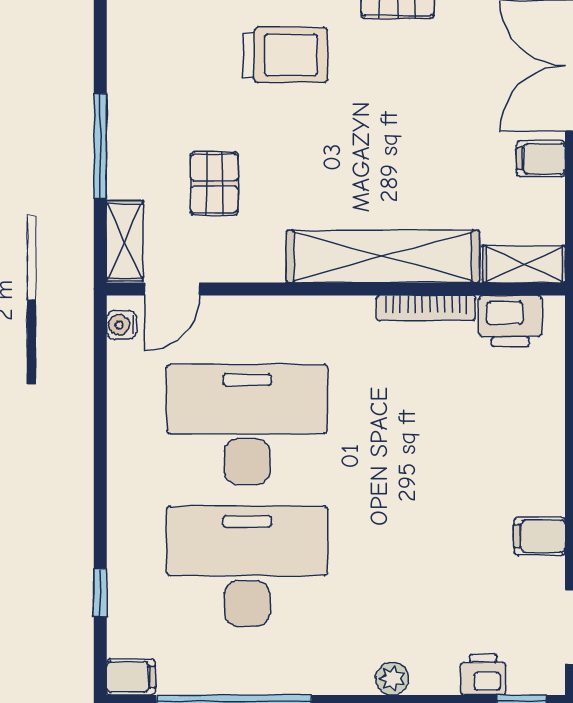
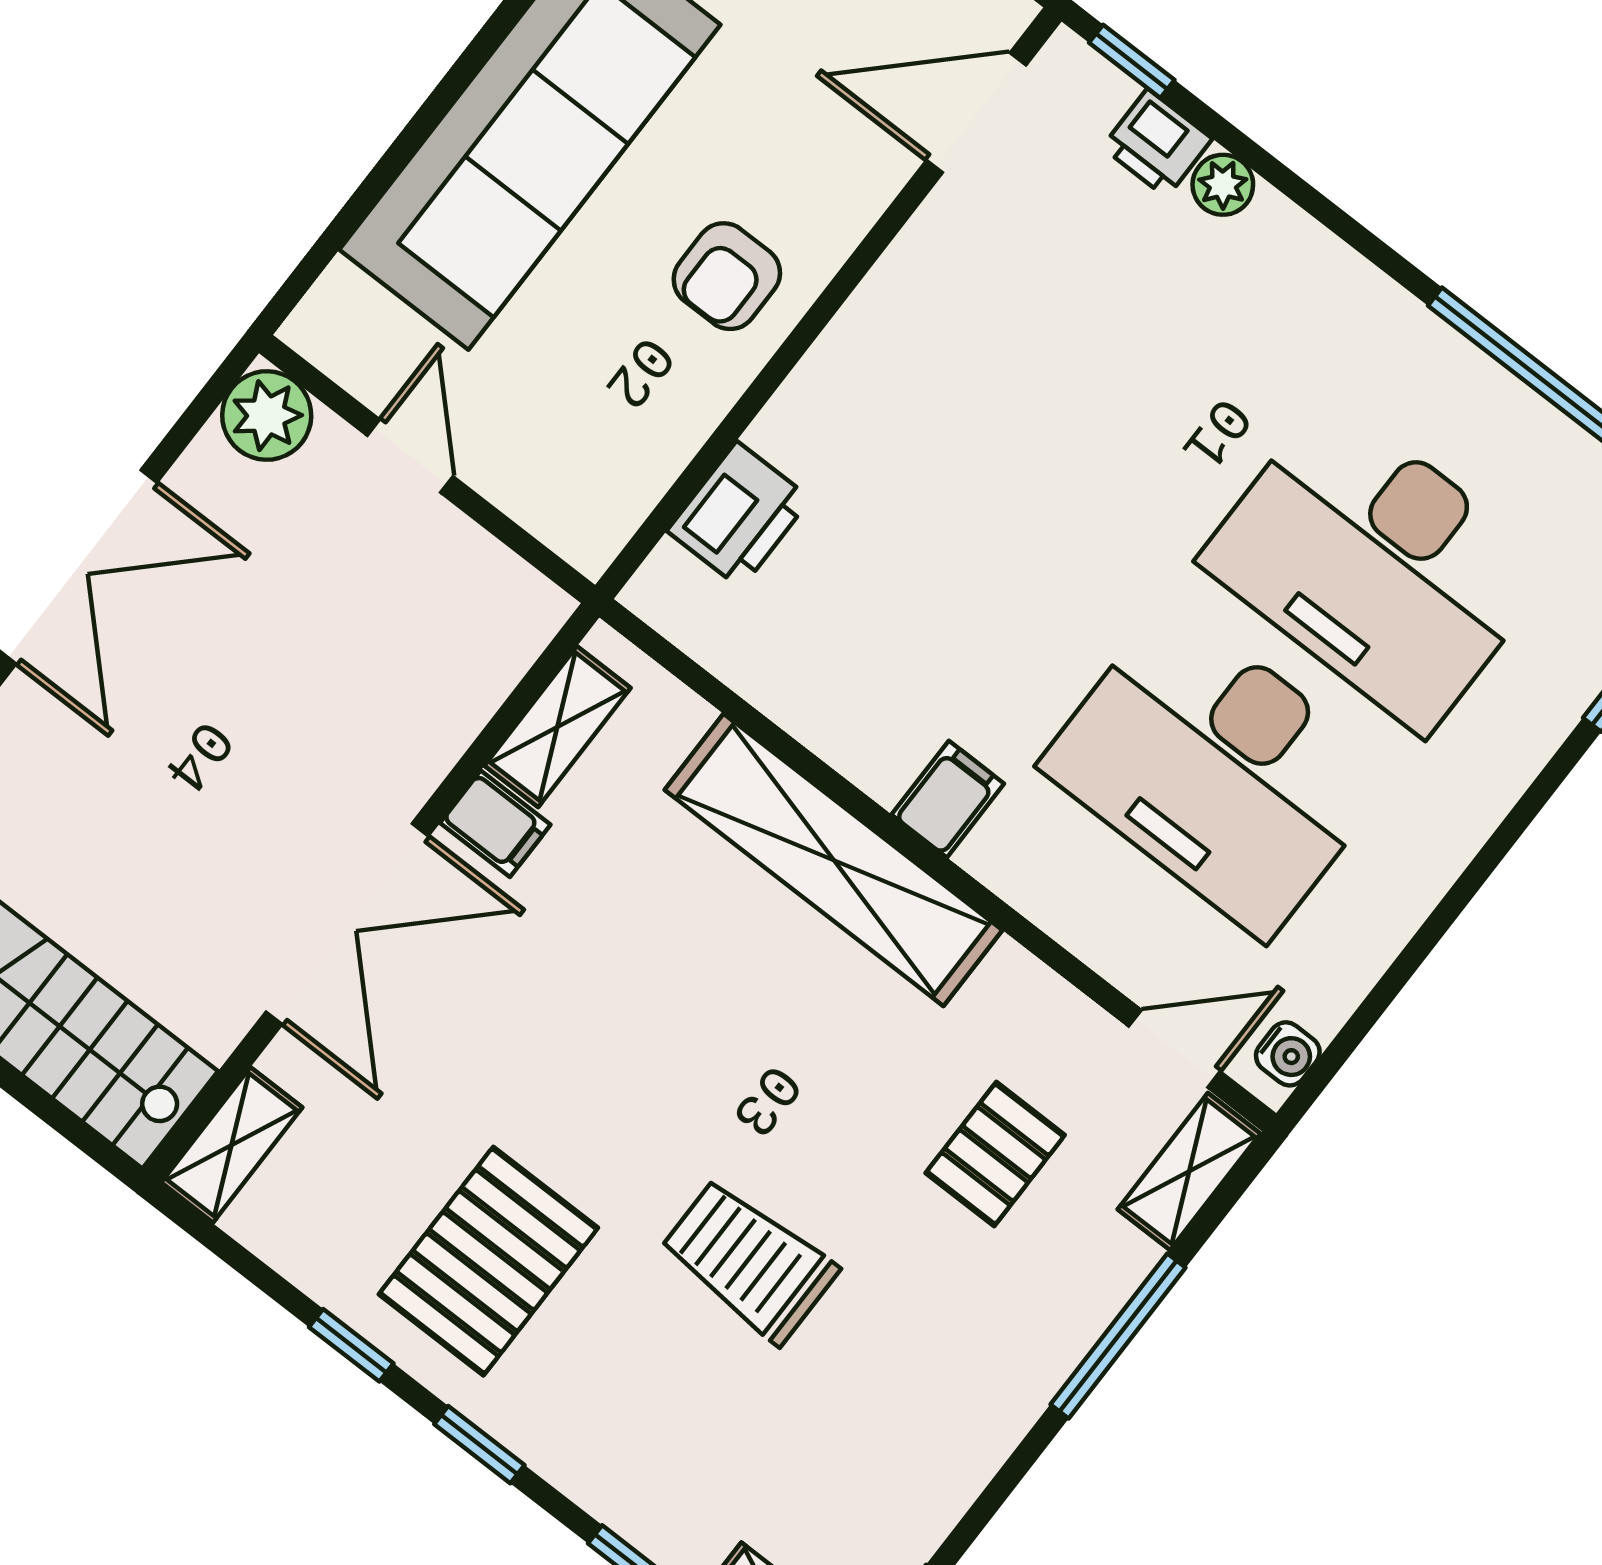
shelving: (524, 264) -> (558, 727), moved, turned 90
bookcase: (426, 308) -> (829, 737), removed
printer: (510, 321) -> (739, 515), moved, turned 90
filing cabinet: (540, 536) -> (948, 799), moved, turned -90
plant: (392, 679) -> (1223, 185), moved

